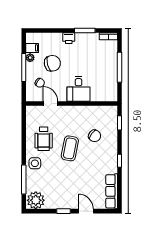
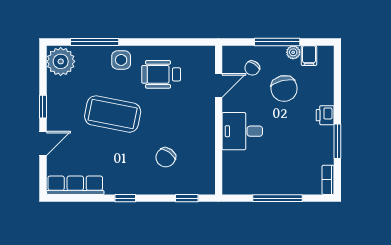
coffee table: (70, 148) -> (113, 114), moved, width x1.36, depth x1.32

